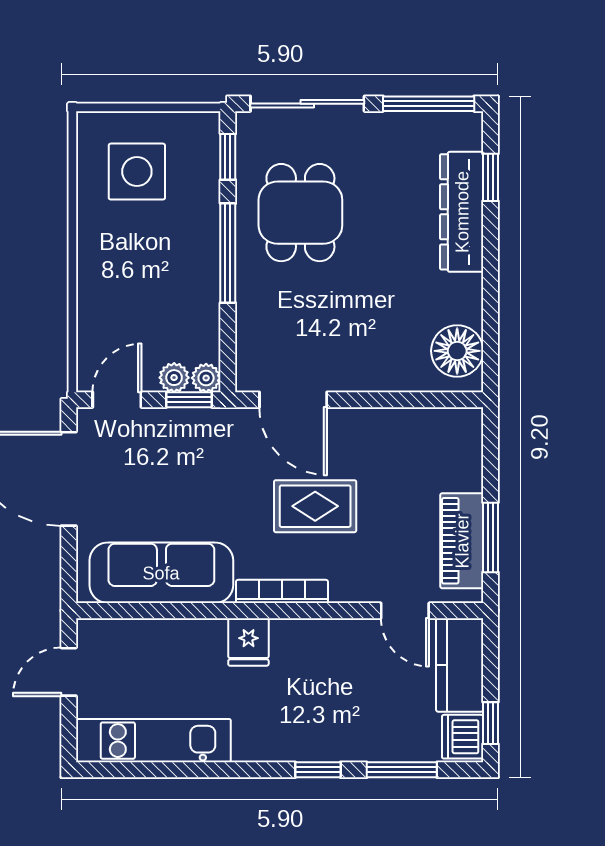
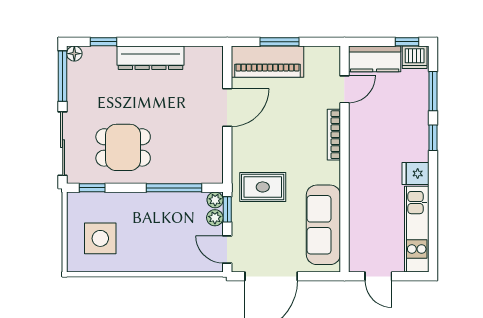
dresser: (462, 212) -> (151, 58), moved
window: (228, 253) -> (174, 188), moved
floor lamp: (457, 351) -> (74, 54), moved, width x0.53, depth x0.53
door: (293, 400) -> (227, 108), moved
rug: (315, 506) -> (263, 187), moved, turned 90
window: (491, 537) -> (280, 42), moved
piano: (462, 541) -> (267, 62), moved, width x1.37, depth x1.33
bookcase: (282, 591) -> (334, 135), moved
fridge: (248, 642) -> (416, 173), moved, turned 180

